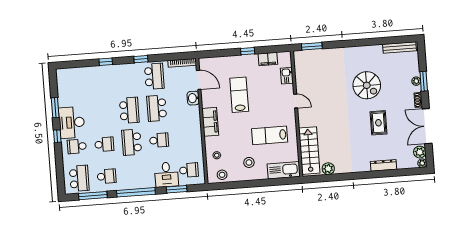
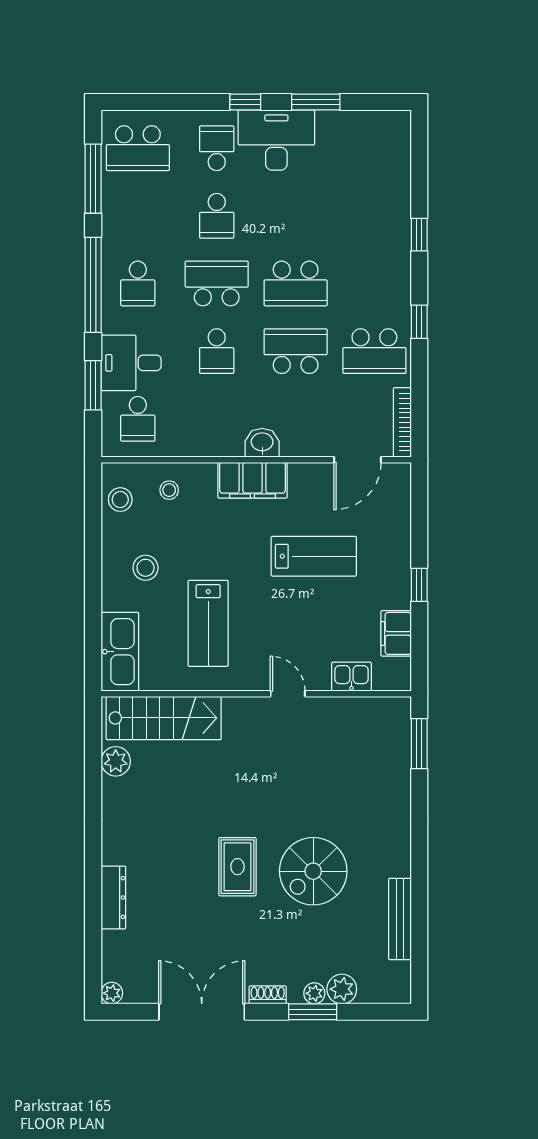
bench: (399, 48) -> (400, 919), moved
washbasin: (193, 98) -> (262, 443), moved
door: (296, 101) -> (288, 694), swing flipped
rug: (378, 123) -> (237, 867), moved, turned 90
lab bench: (270, 135) -> (208, 623), turned 180
plant: (420, 152) -> (342, 989), moved
school desk: (107, 176) -> (138, 283), moved

